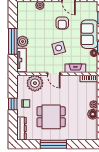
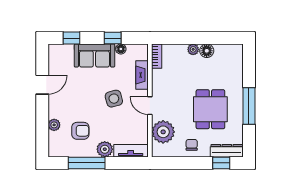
armchair: (62, 23) -> (80, 131), moved
window: (13, 41) -> (87, 163), moved
door: (54, 74) -> (150, 106), swing flipped
window: (13, 104) -> (221, 163), moved

